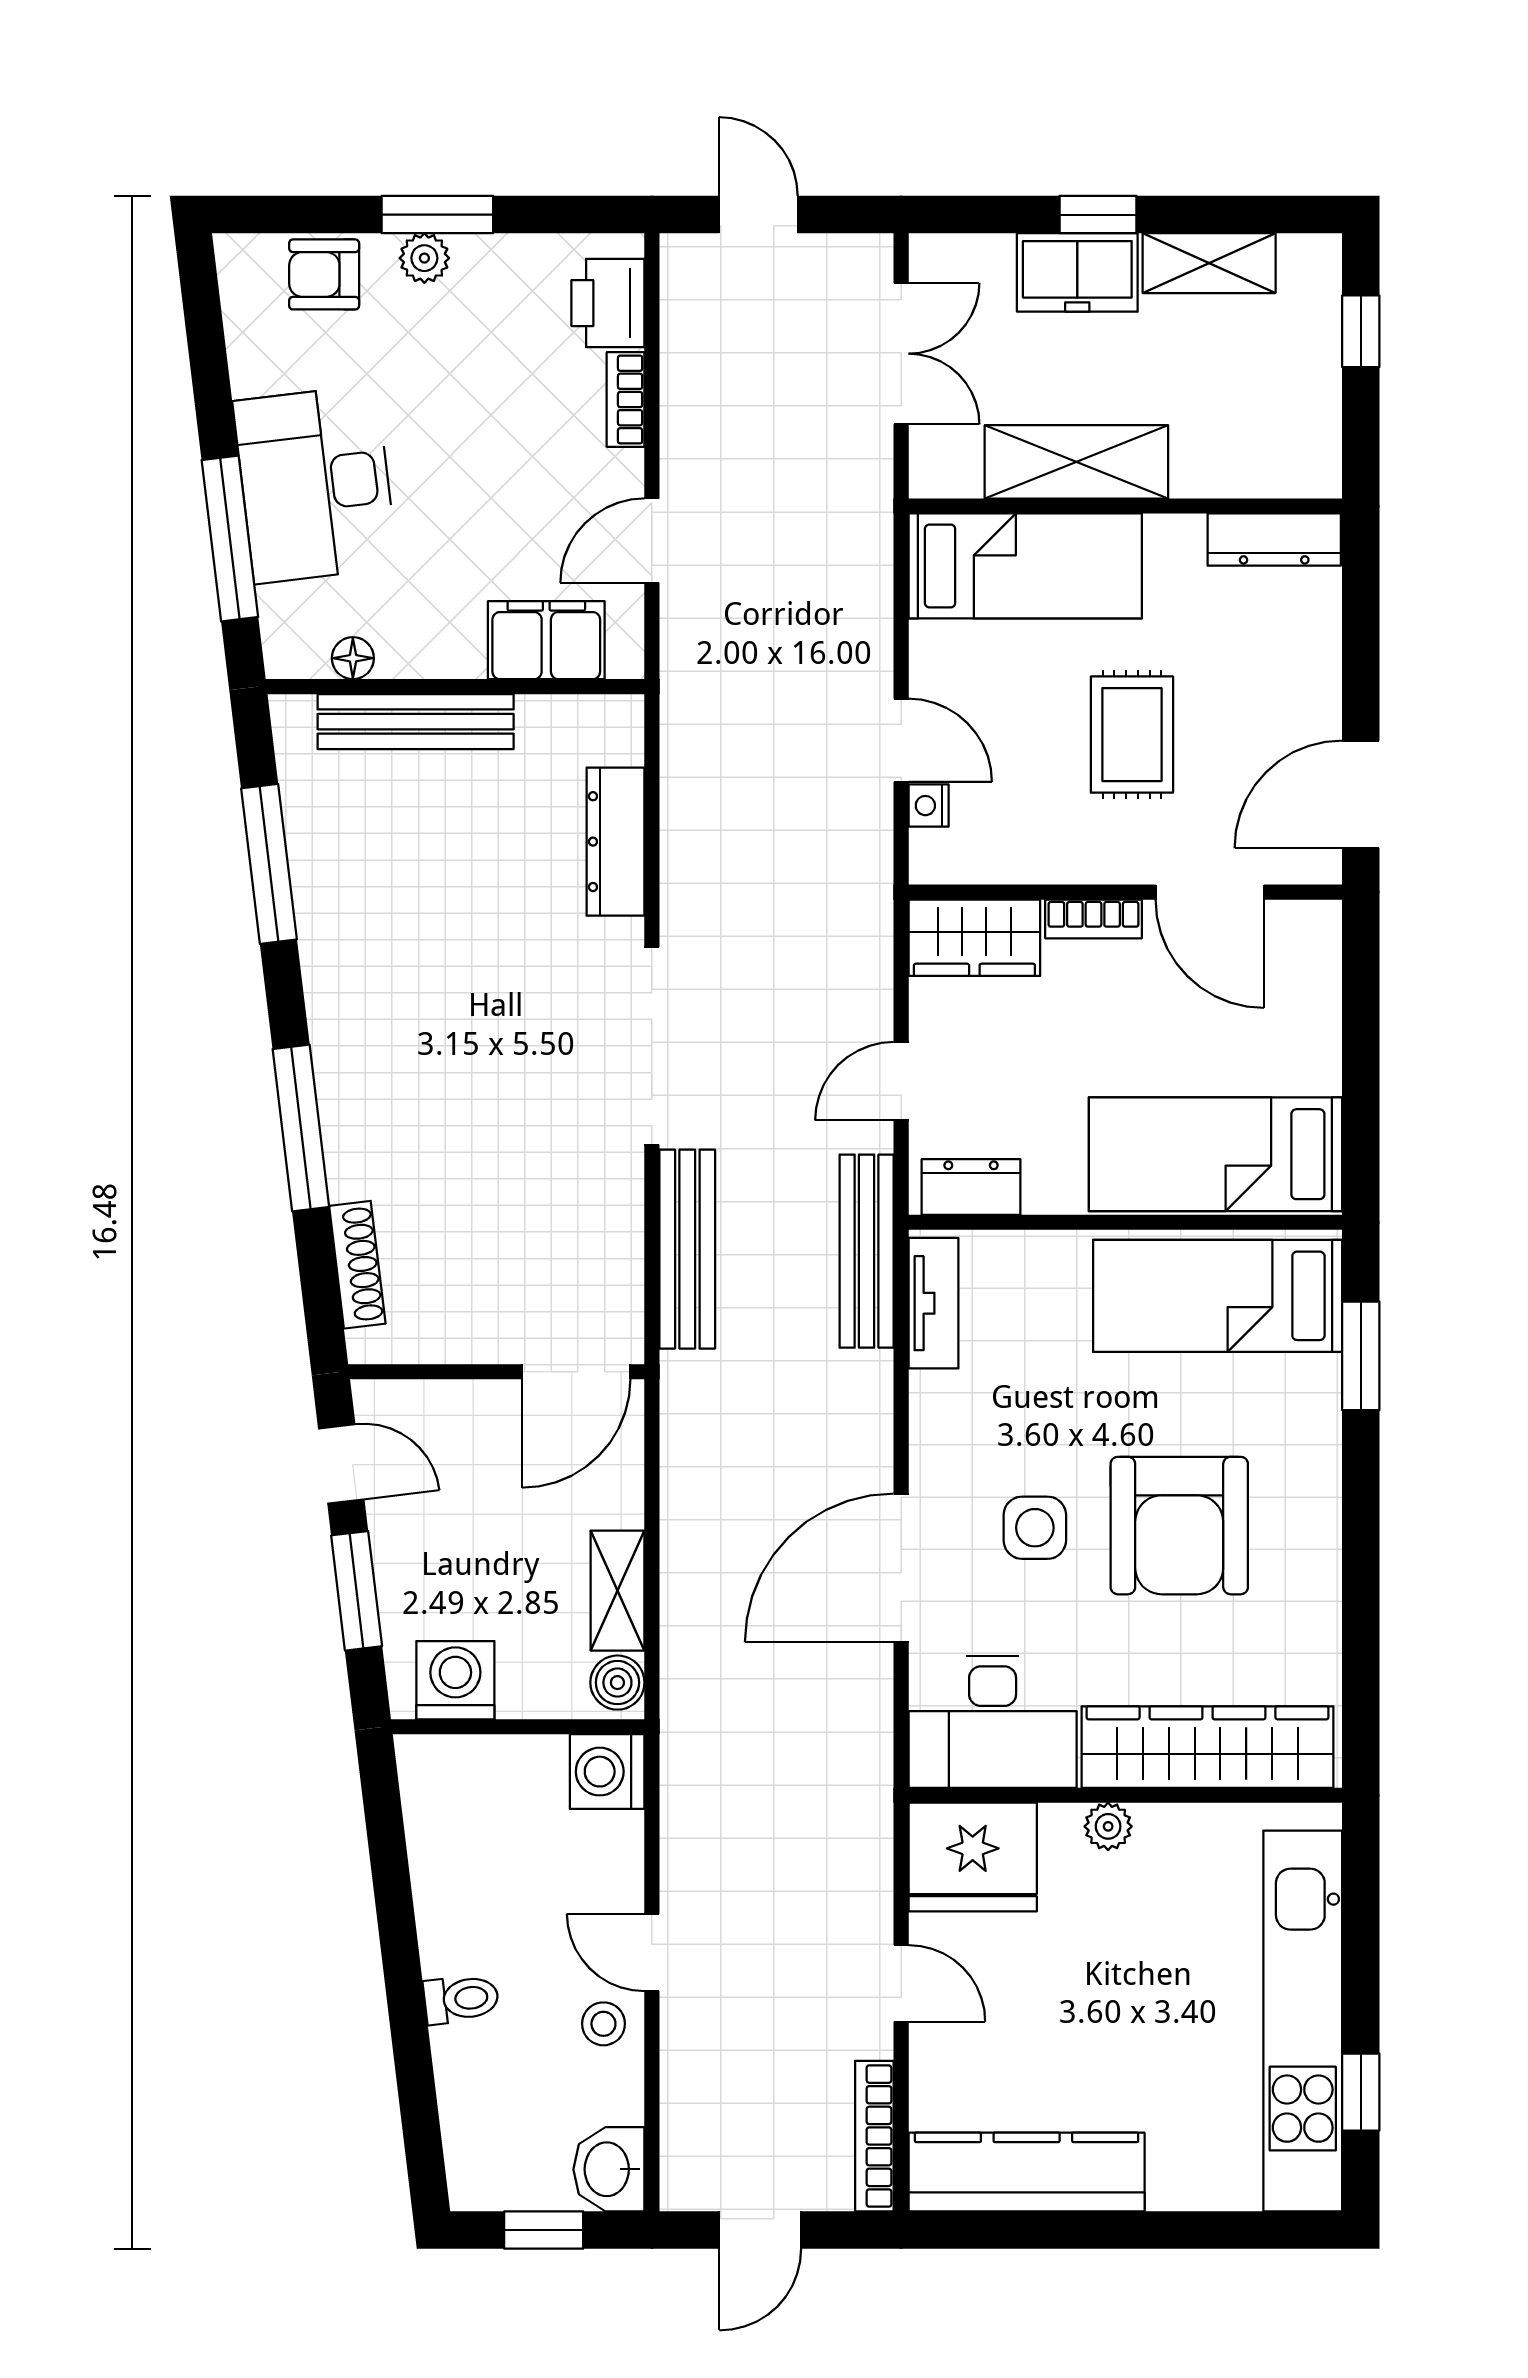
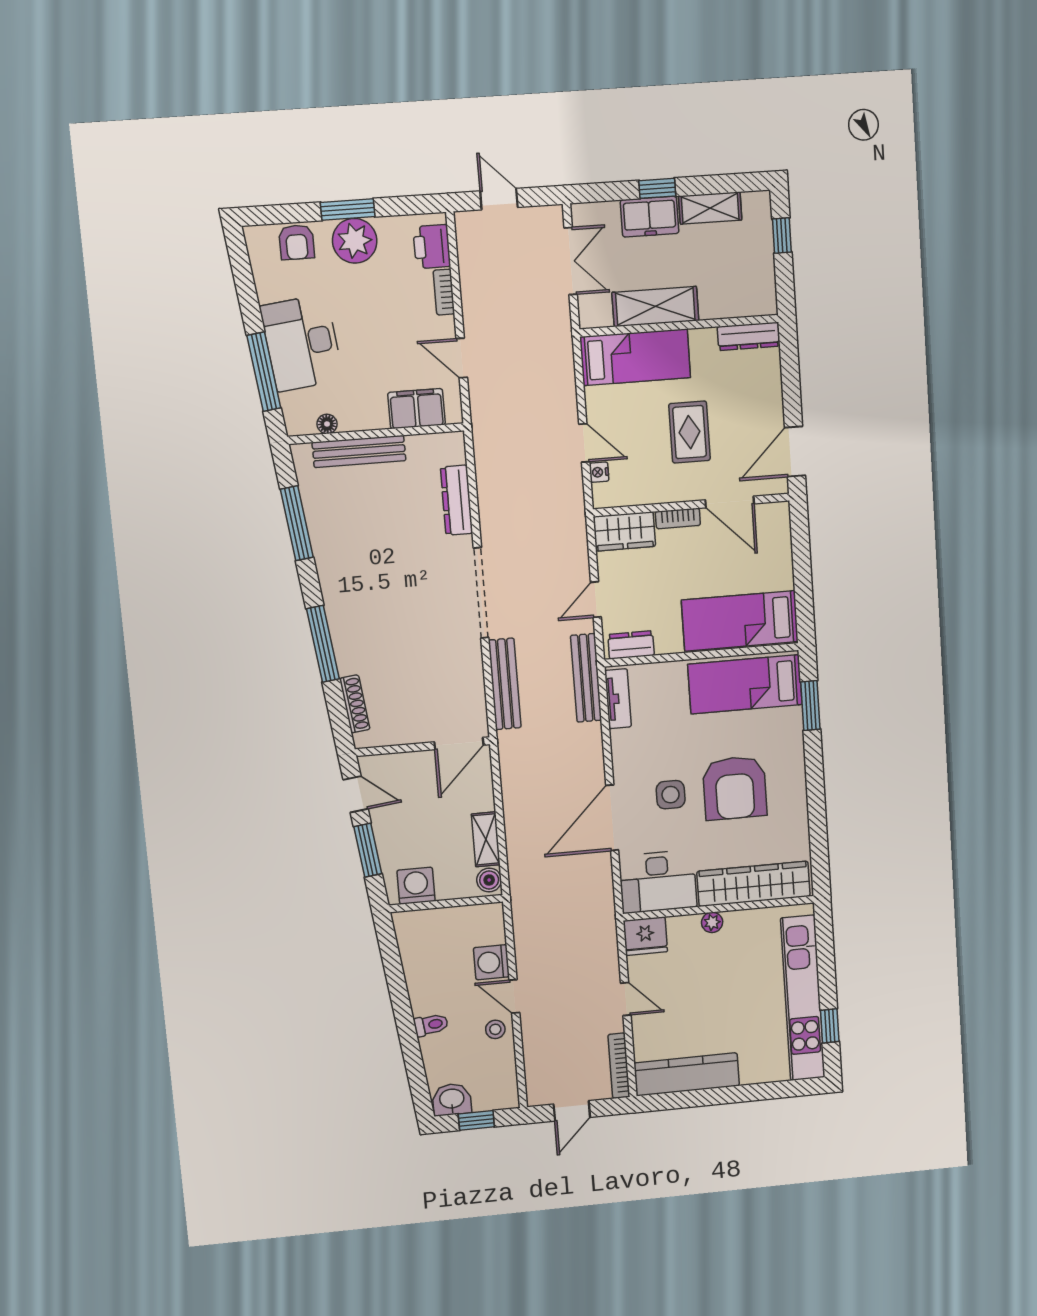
plant: (424, 258) -> (355, 241), width x1.88, depth x1.88
armchair: (324, 274) -> (297, 242), turned -90
door: (652, 540) -> (462, 358), hinge flipped
washing machine: (607, 1772) -> (491, 962), moved
fridge: (973, 1857) -> (645, 936), width x0.73, depth x0.75
washbasin: (609, 2169) -> (452, 1099), moved, turned 90

